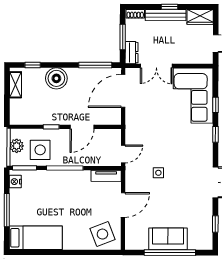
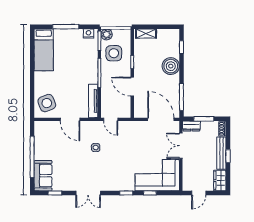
shelving: (15, 85) -> (146, 34), moved
plant: (17, 146) -> (107, 34), moved
tv unit: (106, 176) -> (93, 101), width x1.41
sofa: (168, 239) -> (43, 176), moved

